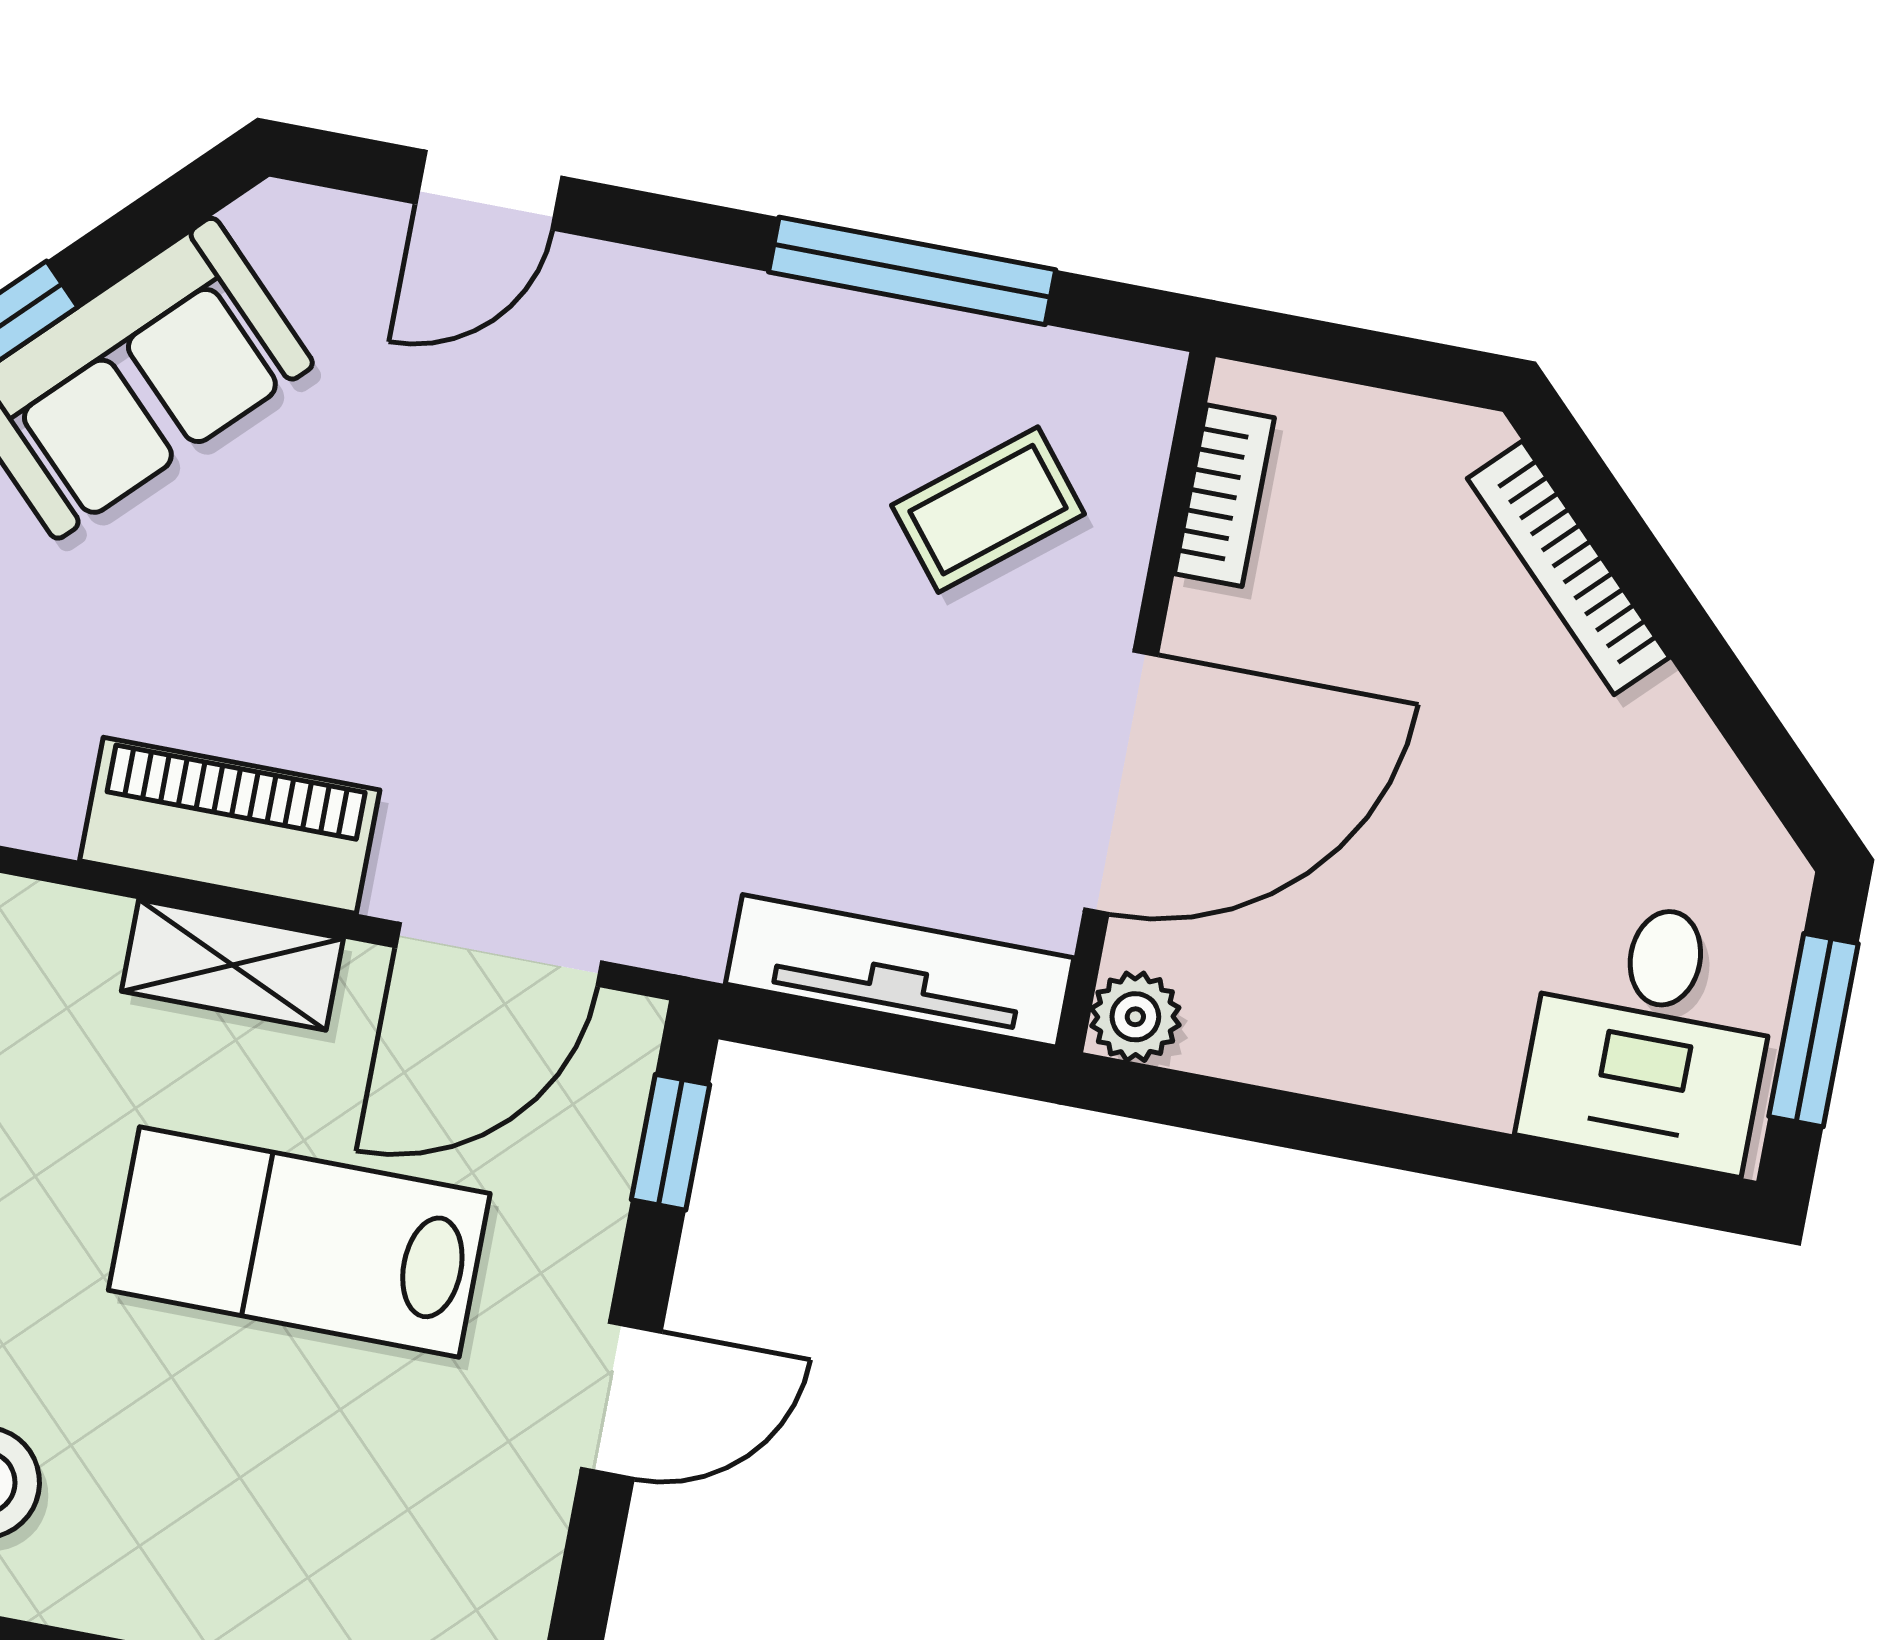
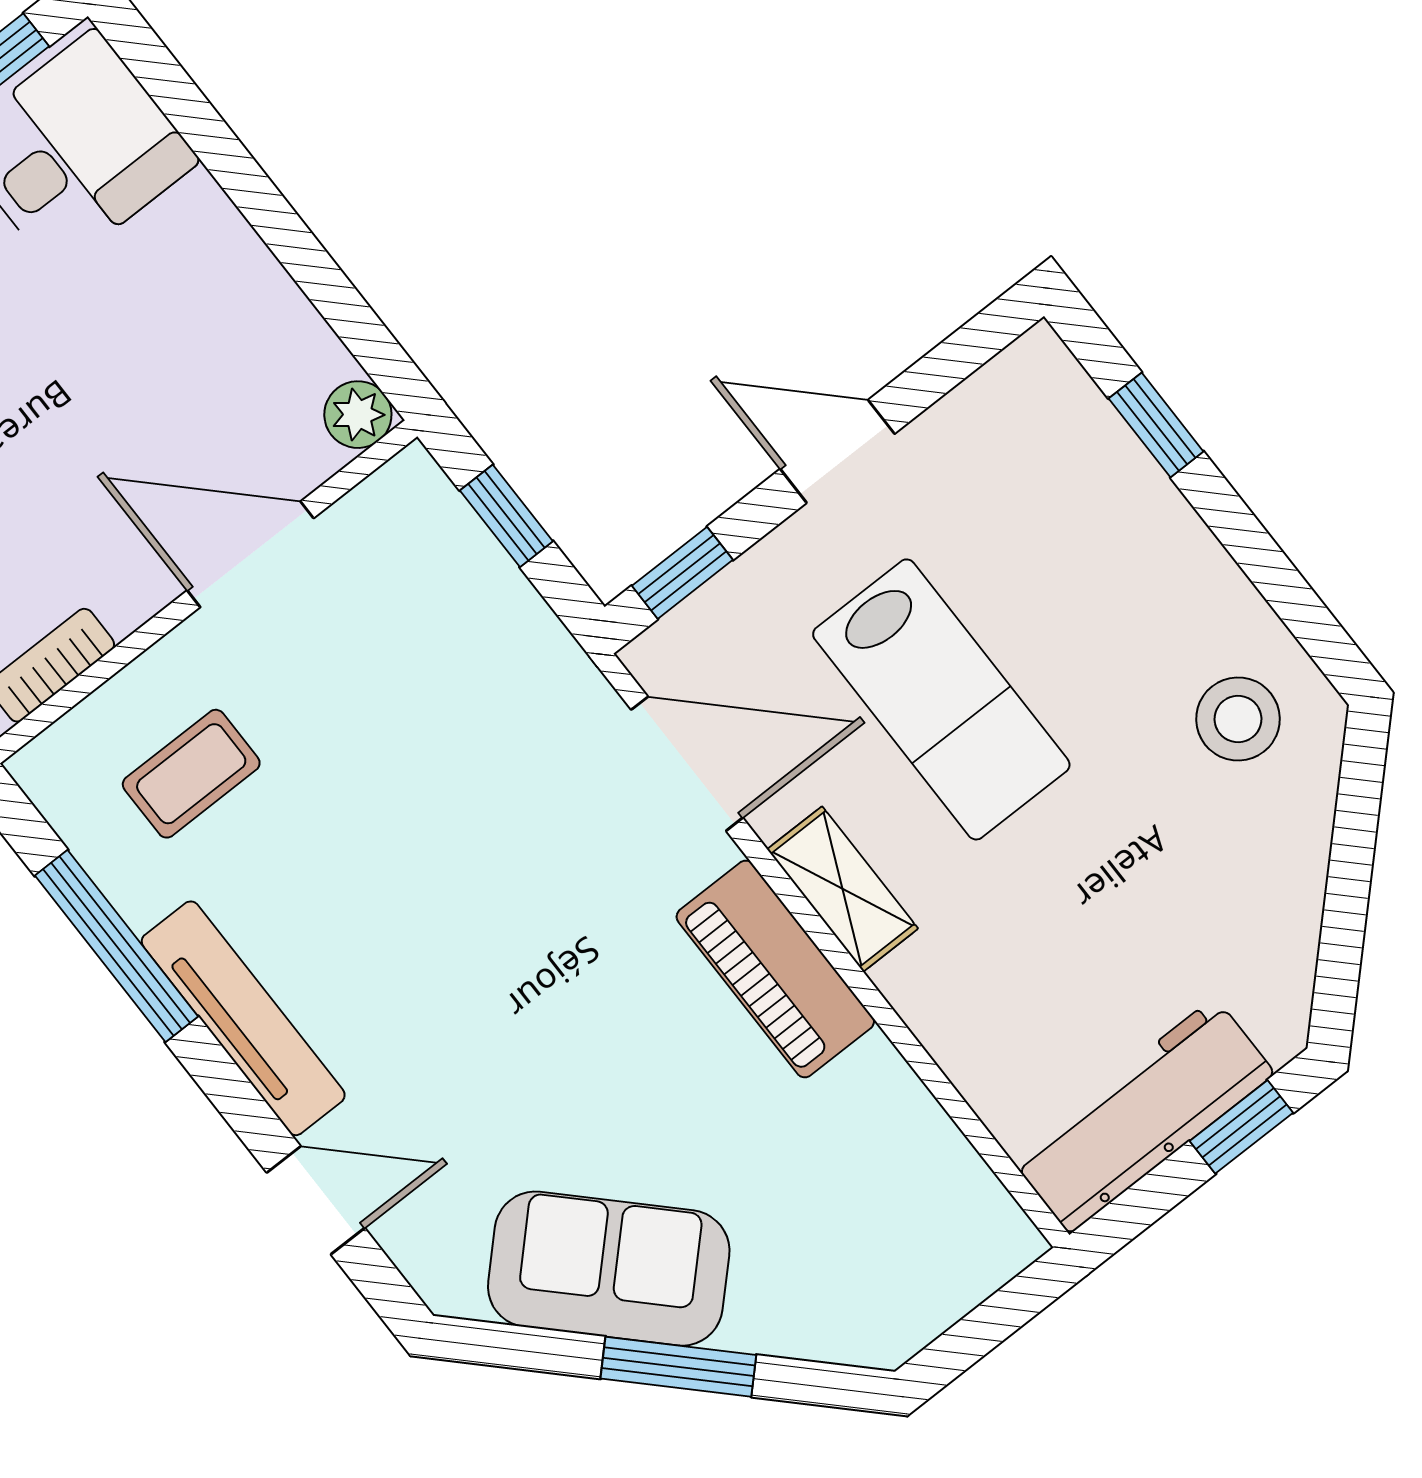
coffee table: (988, 510) -> (191, 774), turned -51
door: (1121, 782) -> (250, 554), width x0.73
tv unit: (900, 971) -> (243, 1018), moved, turned 180
window: (897, 1045) -> (506, 516), added

